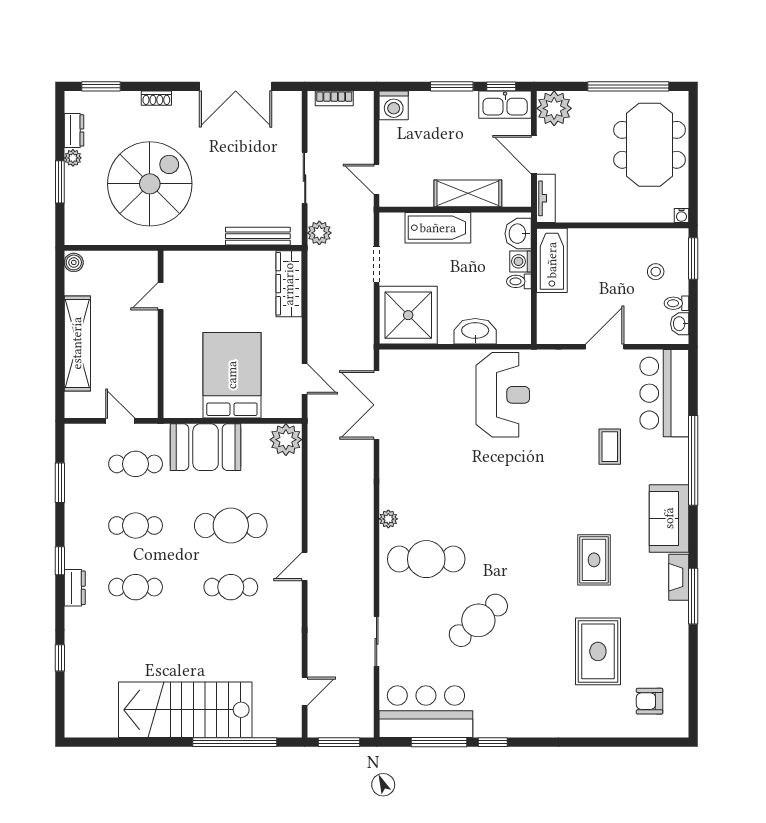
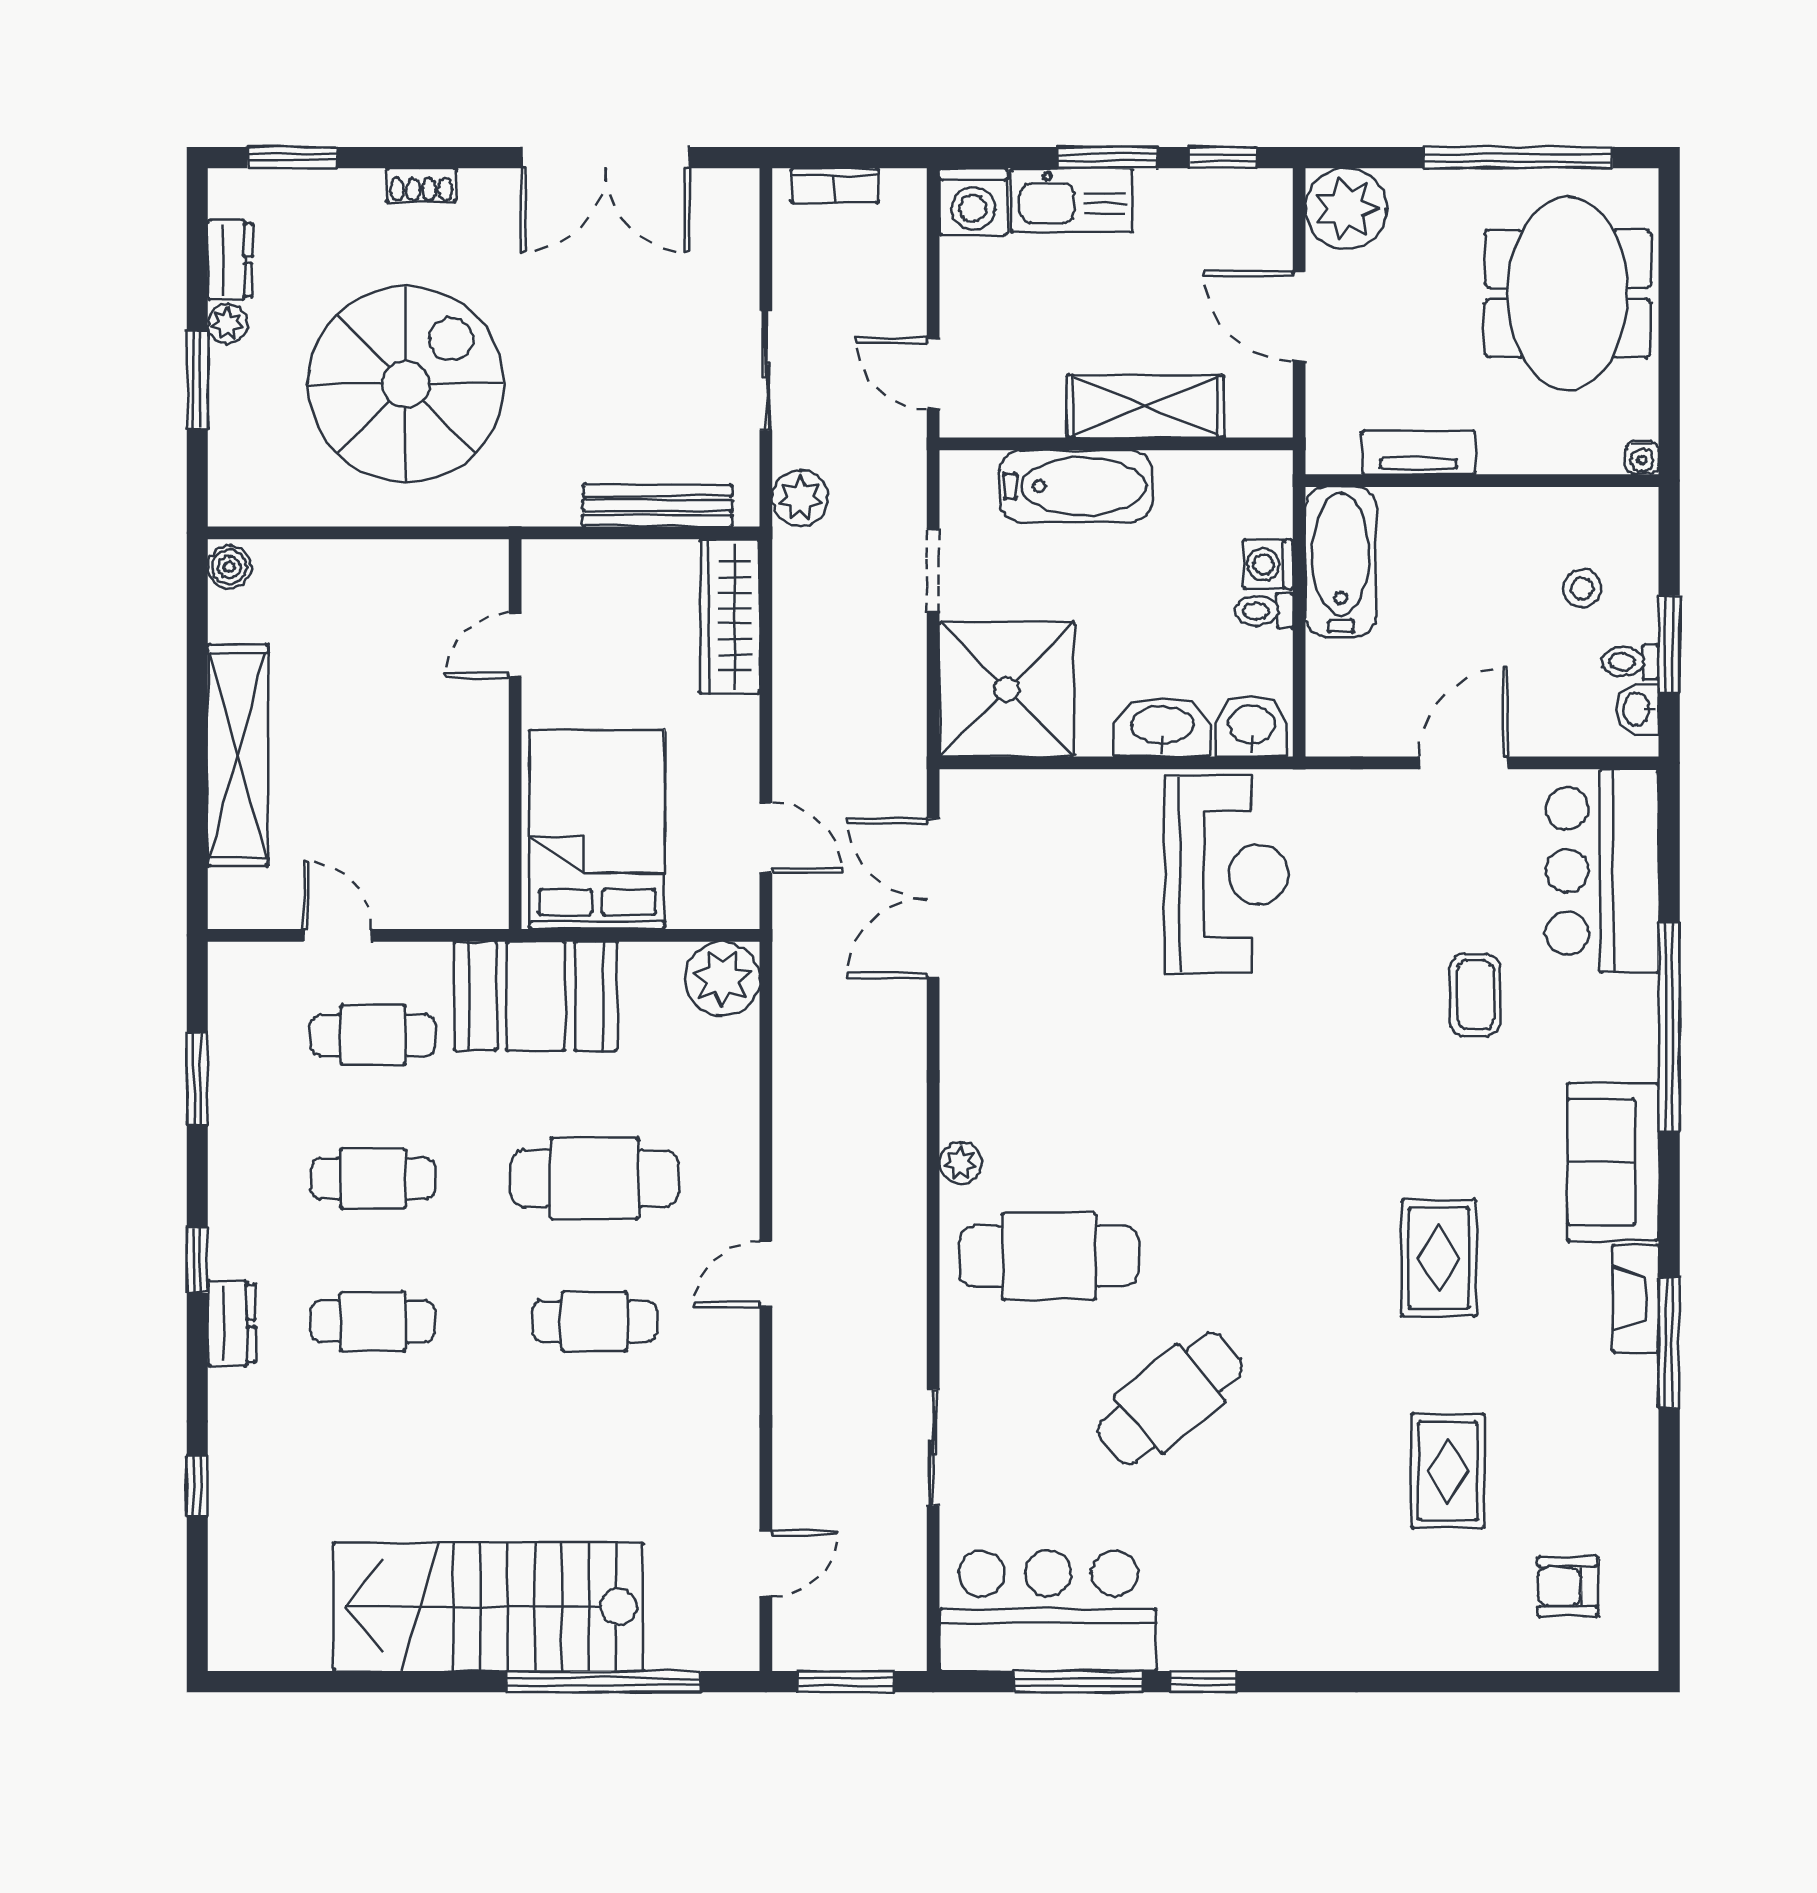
kitchen sink: (505, 105) -> (1072, 200), moved
tv unit: (546, 198) -> (1419, 453), moved, turned -90
washbasin: (518, 234) -> (1251, 726), moved, turned 90
window: (693, 259) -> (1669, 644), moved
door: (161, 296) -> (515, 645), moved
wall: (161, 334) -> (515, 734), moved
rug: (598, 651) -> (1448, 1471), width x0.73, depth x0.70

